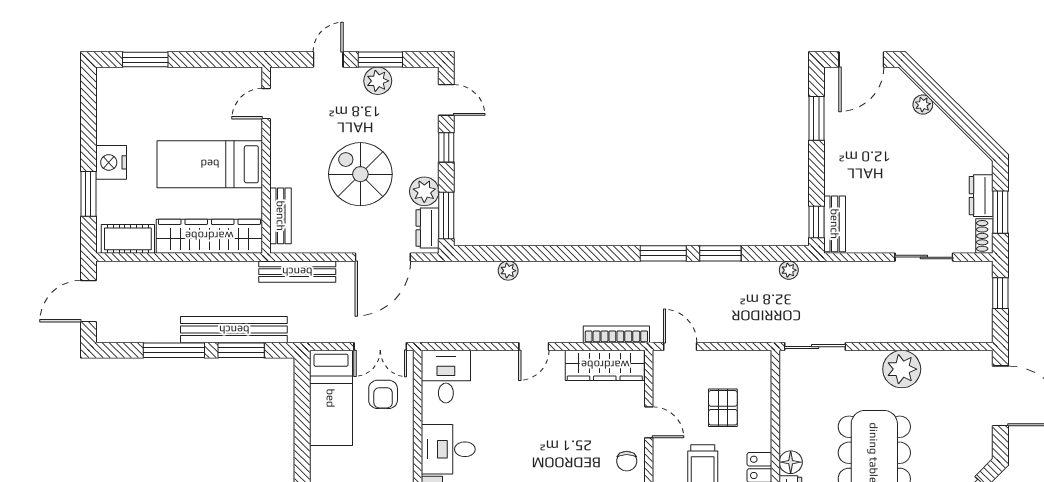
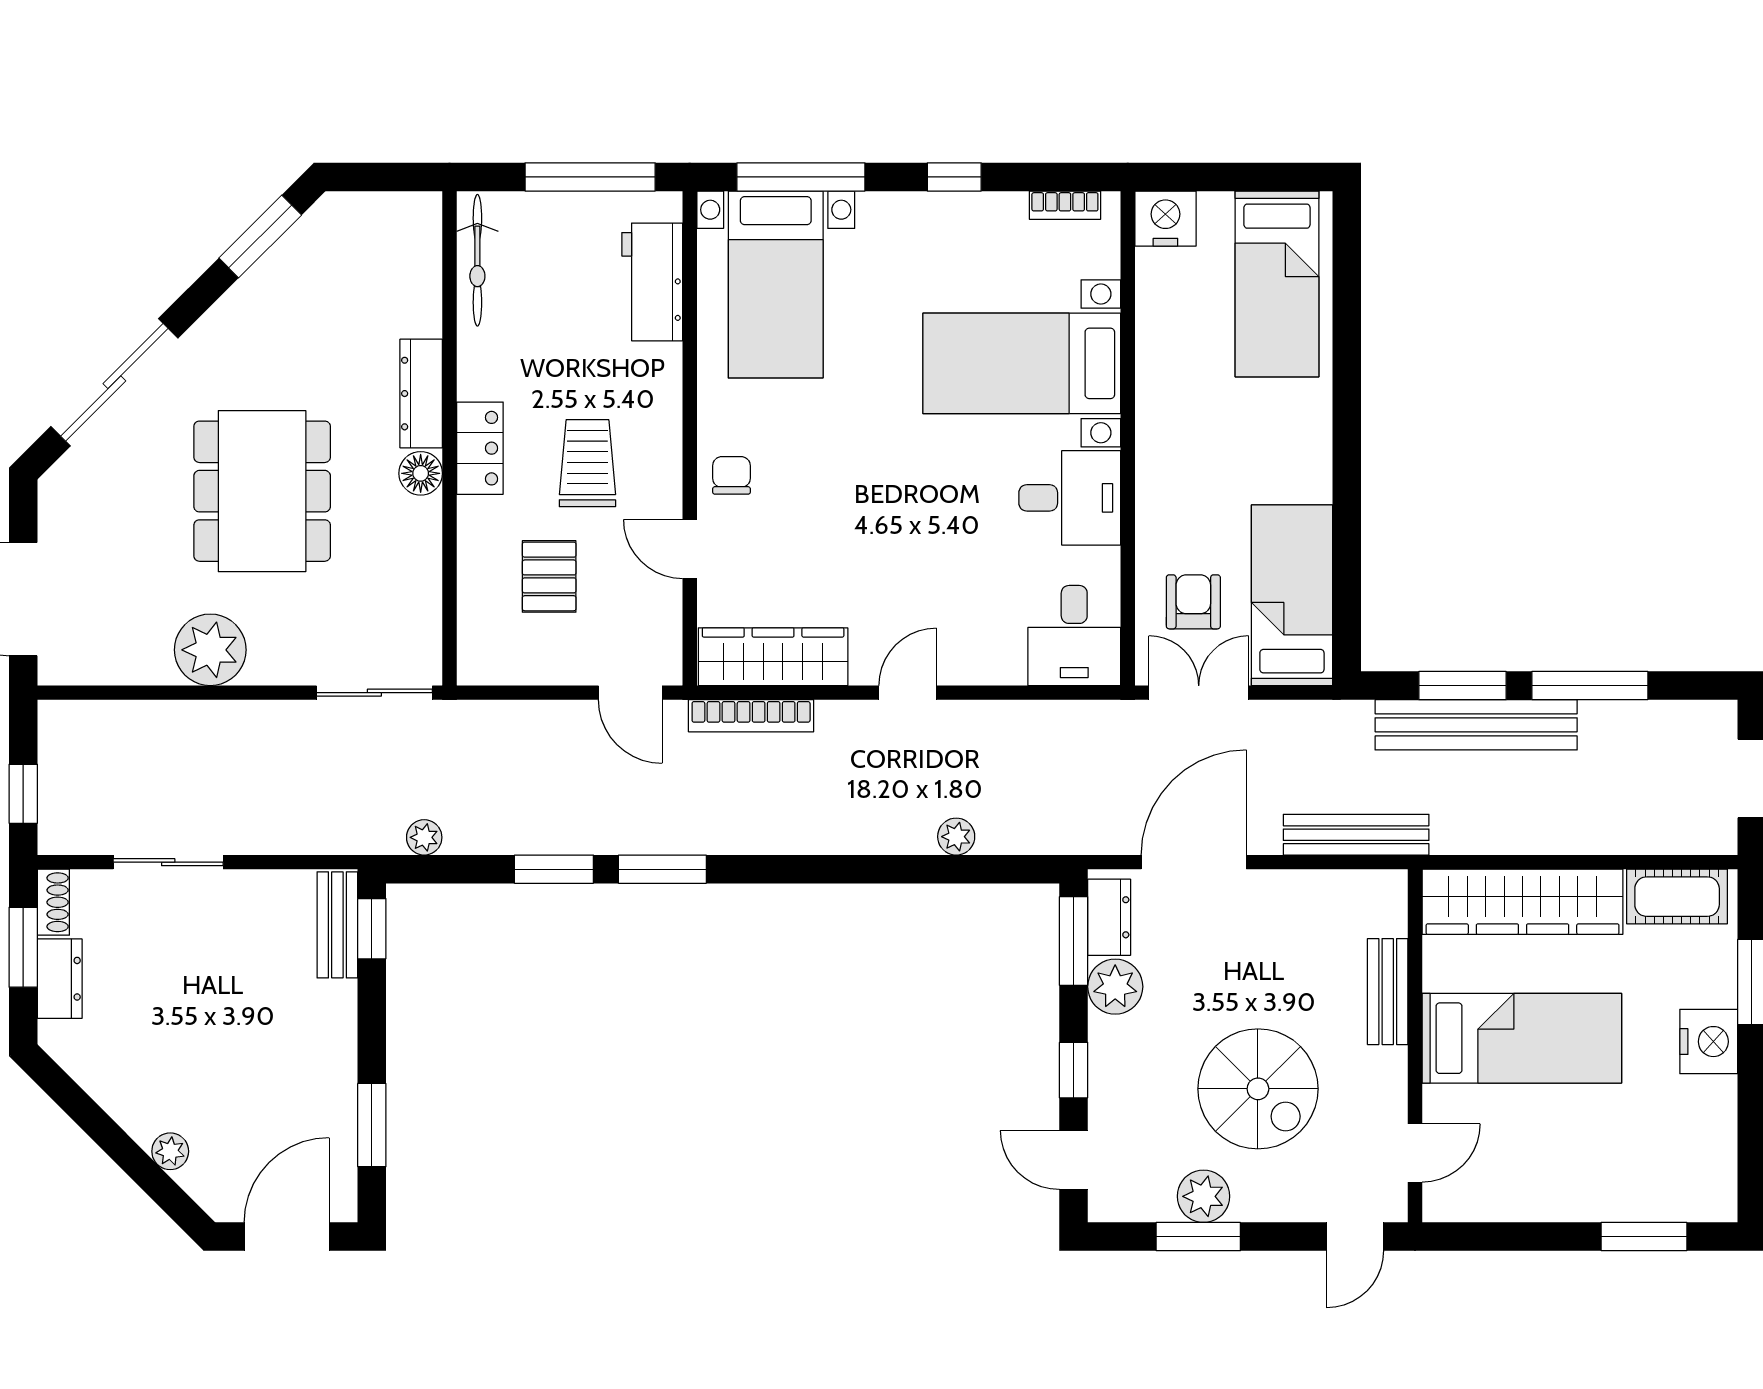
door: (328, 60) -> (1355, 1237), moved
spiral stairs: (360, 174) -> (1258, 1089), moved
bench: (281, 216) -> (1388, 992), moved

